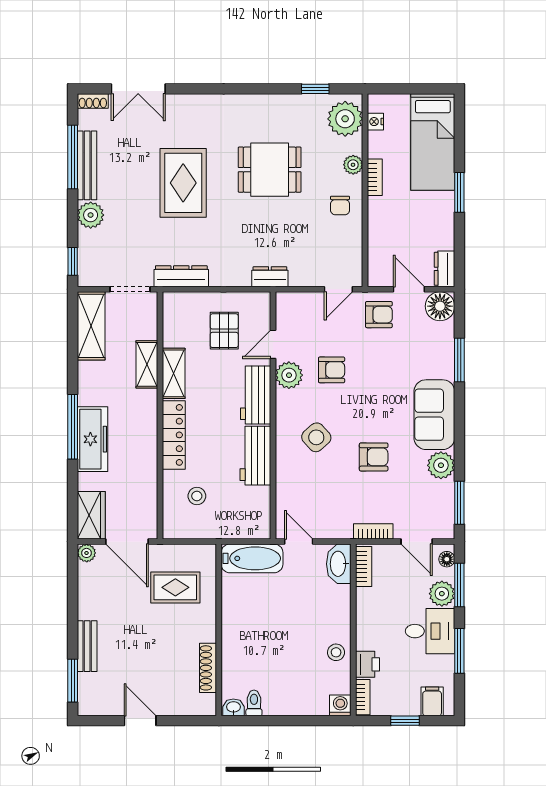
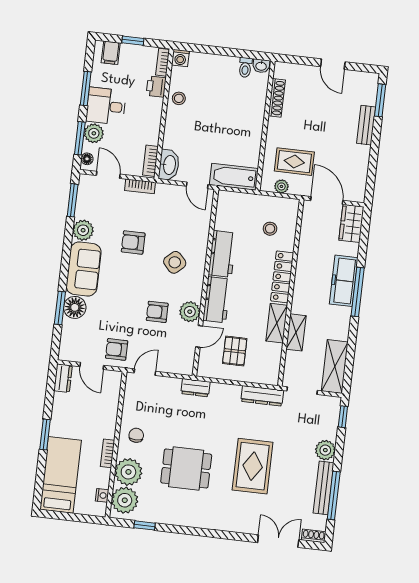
plant: (353, 165) -> (128, 472), width x1.88, depth x1.88
floor lamp: (440, 306) -> (75, 307), moved
plant: (87, 553) -> (281, 186), moved

